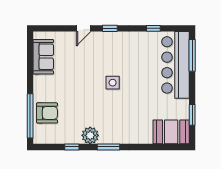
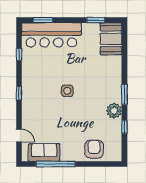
door: (84, 28) -> (19, 136), moved
window: (192, 55) -> (43, 20), width x0.69
window: (30, 116) -> (56, 164), moved

